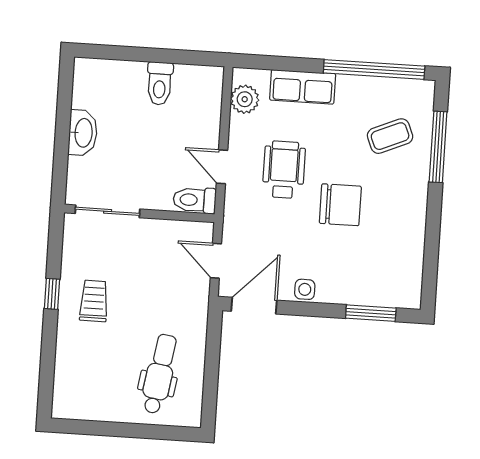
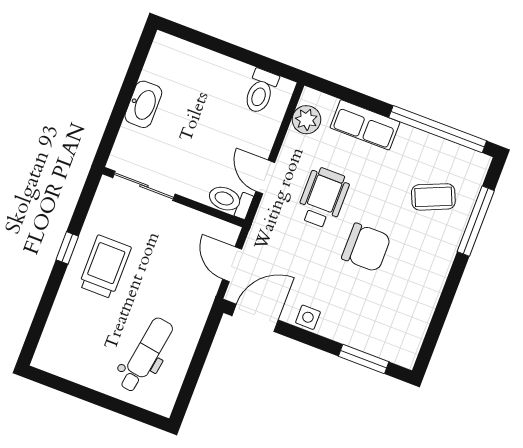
toilet: (160, 83) -> (261, 91), moved
trolley: (94, 301) -> (105, 267), width x1.36, depth x1.39

